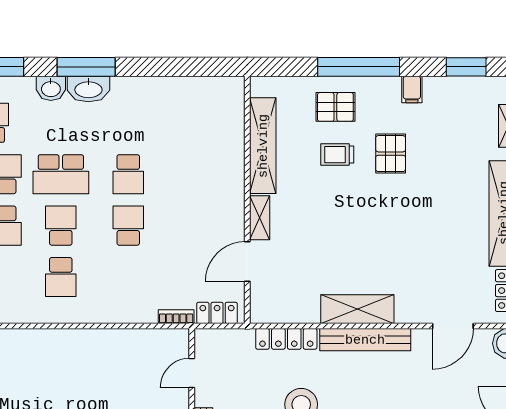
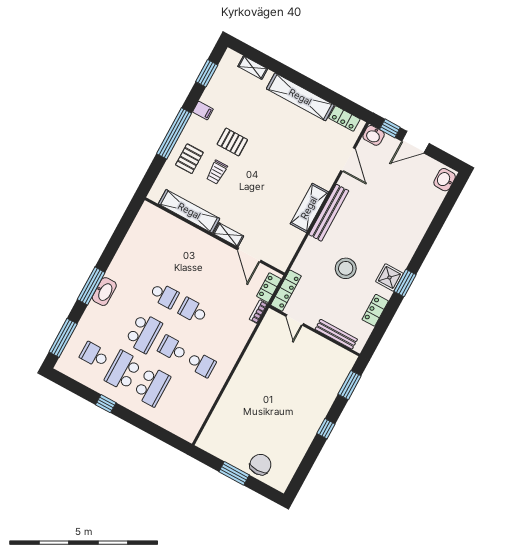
washbasin: (51, 88) -> (93, 312), removed
locker: (286, 339) -> (286, 291), moved

